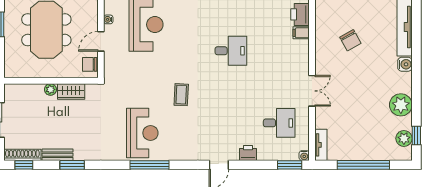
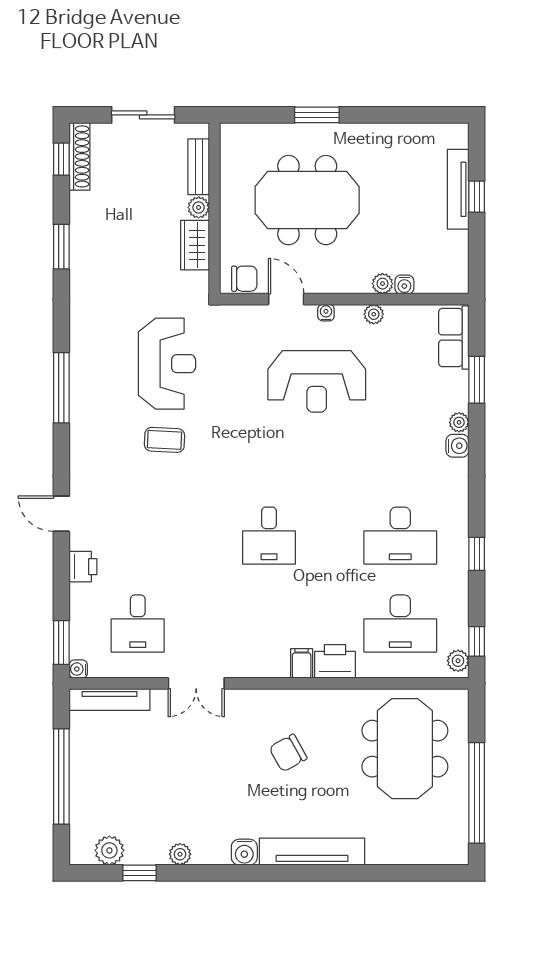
chair: (90, 64) -> (244, 279), turned 90
coffee table: (181, 95) -> (165, 440), moved
plant: (401, 105) -> (180, 854), width x0.53, depth x0.53
reception desk: (142, 133) -> (167, 364), moved, turned -90
window: (416, 135) -> (139, 873), moved
tv unit: (321, 145) -> (109, 699), width x1.41
bench: (57, 155) -> (199, 167), moved

